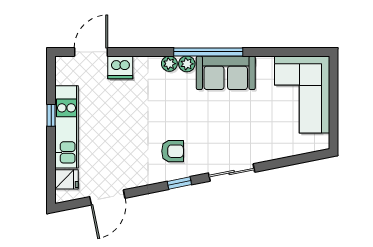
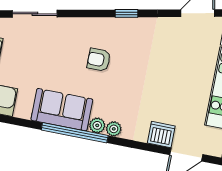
armchair: (173, 151) -> (99, 60), moved
sliding door: (232, 173) -> (35, 14), moved

